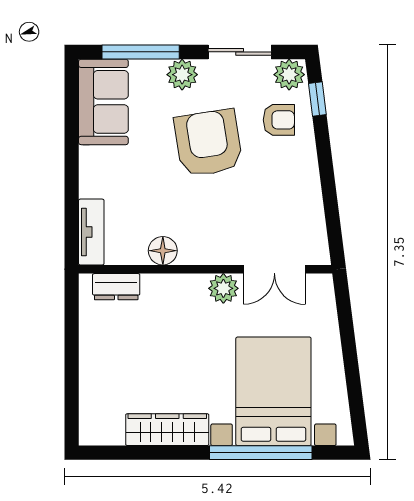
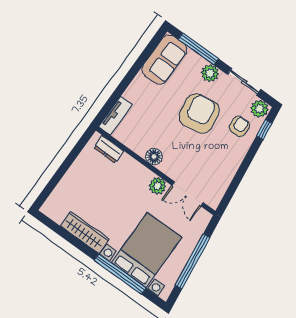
armchair: (279, 120) -> (240, 126), turned -90
floor lamp: (163, 251) -> (154, 157), moved
window: (351, 360) -> (193, 261), added

